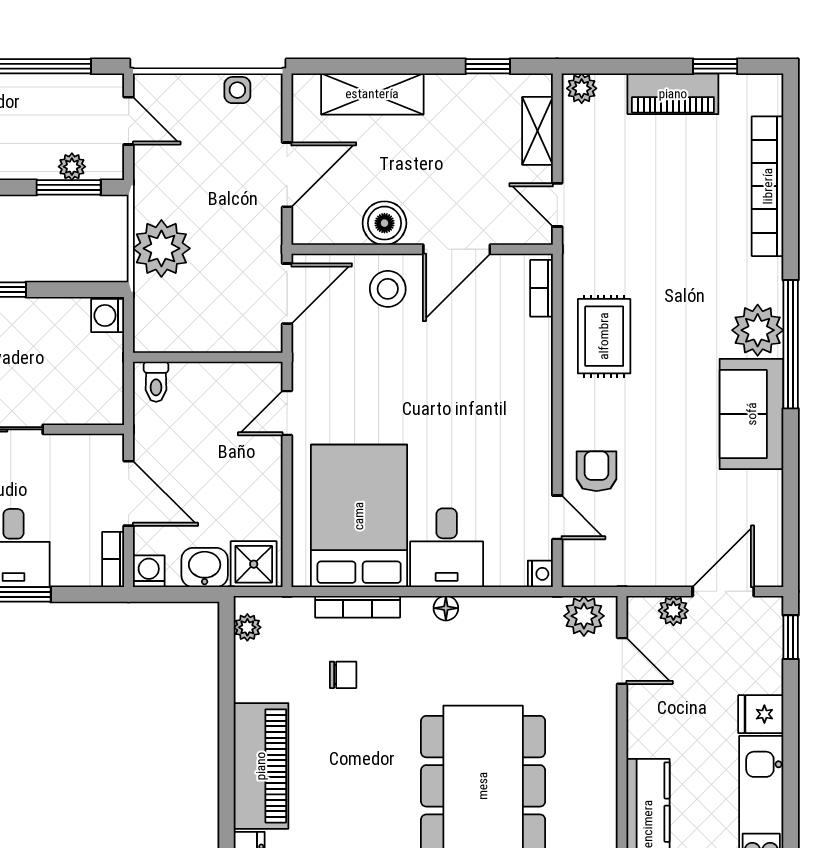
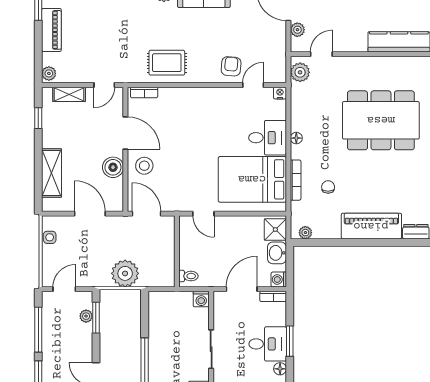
washing machine: (108, 315) -> (201, 299), moved
armchair: (597, 471) -> (231, 66), turned 95

